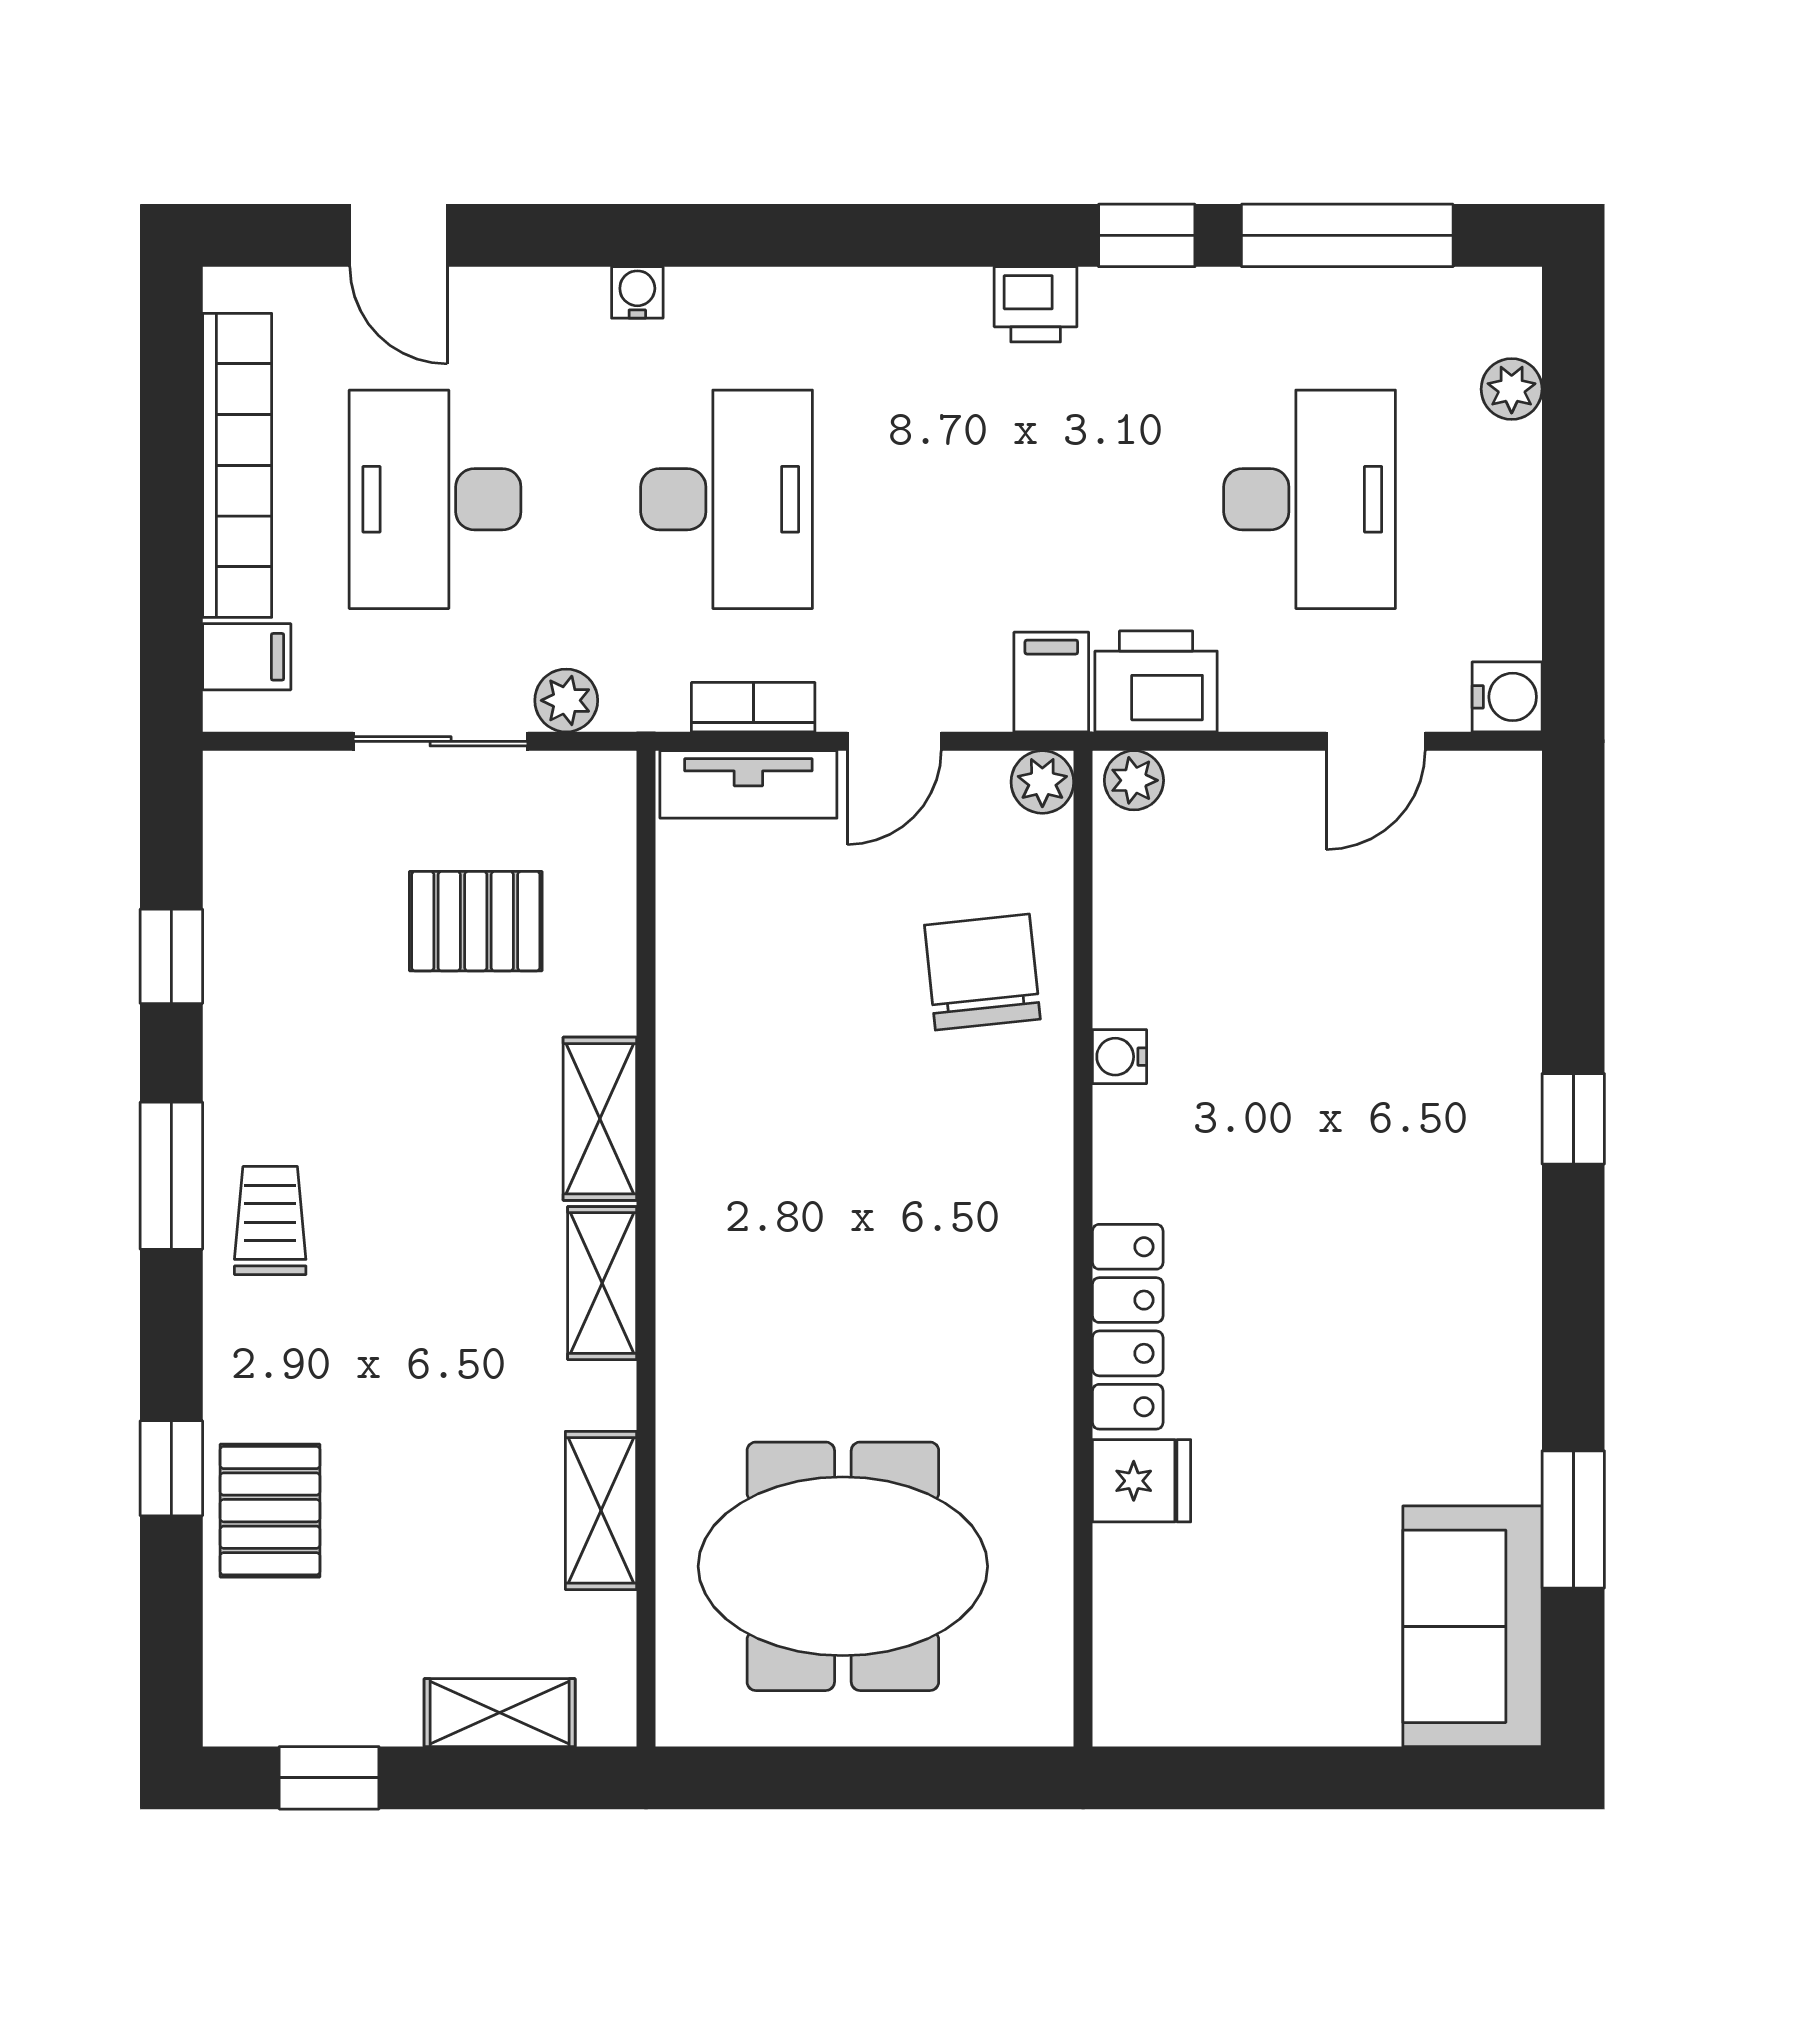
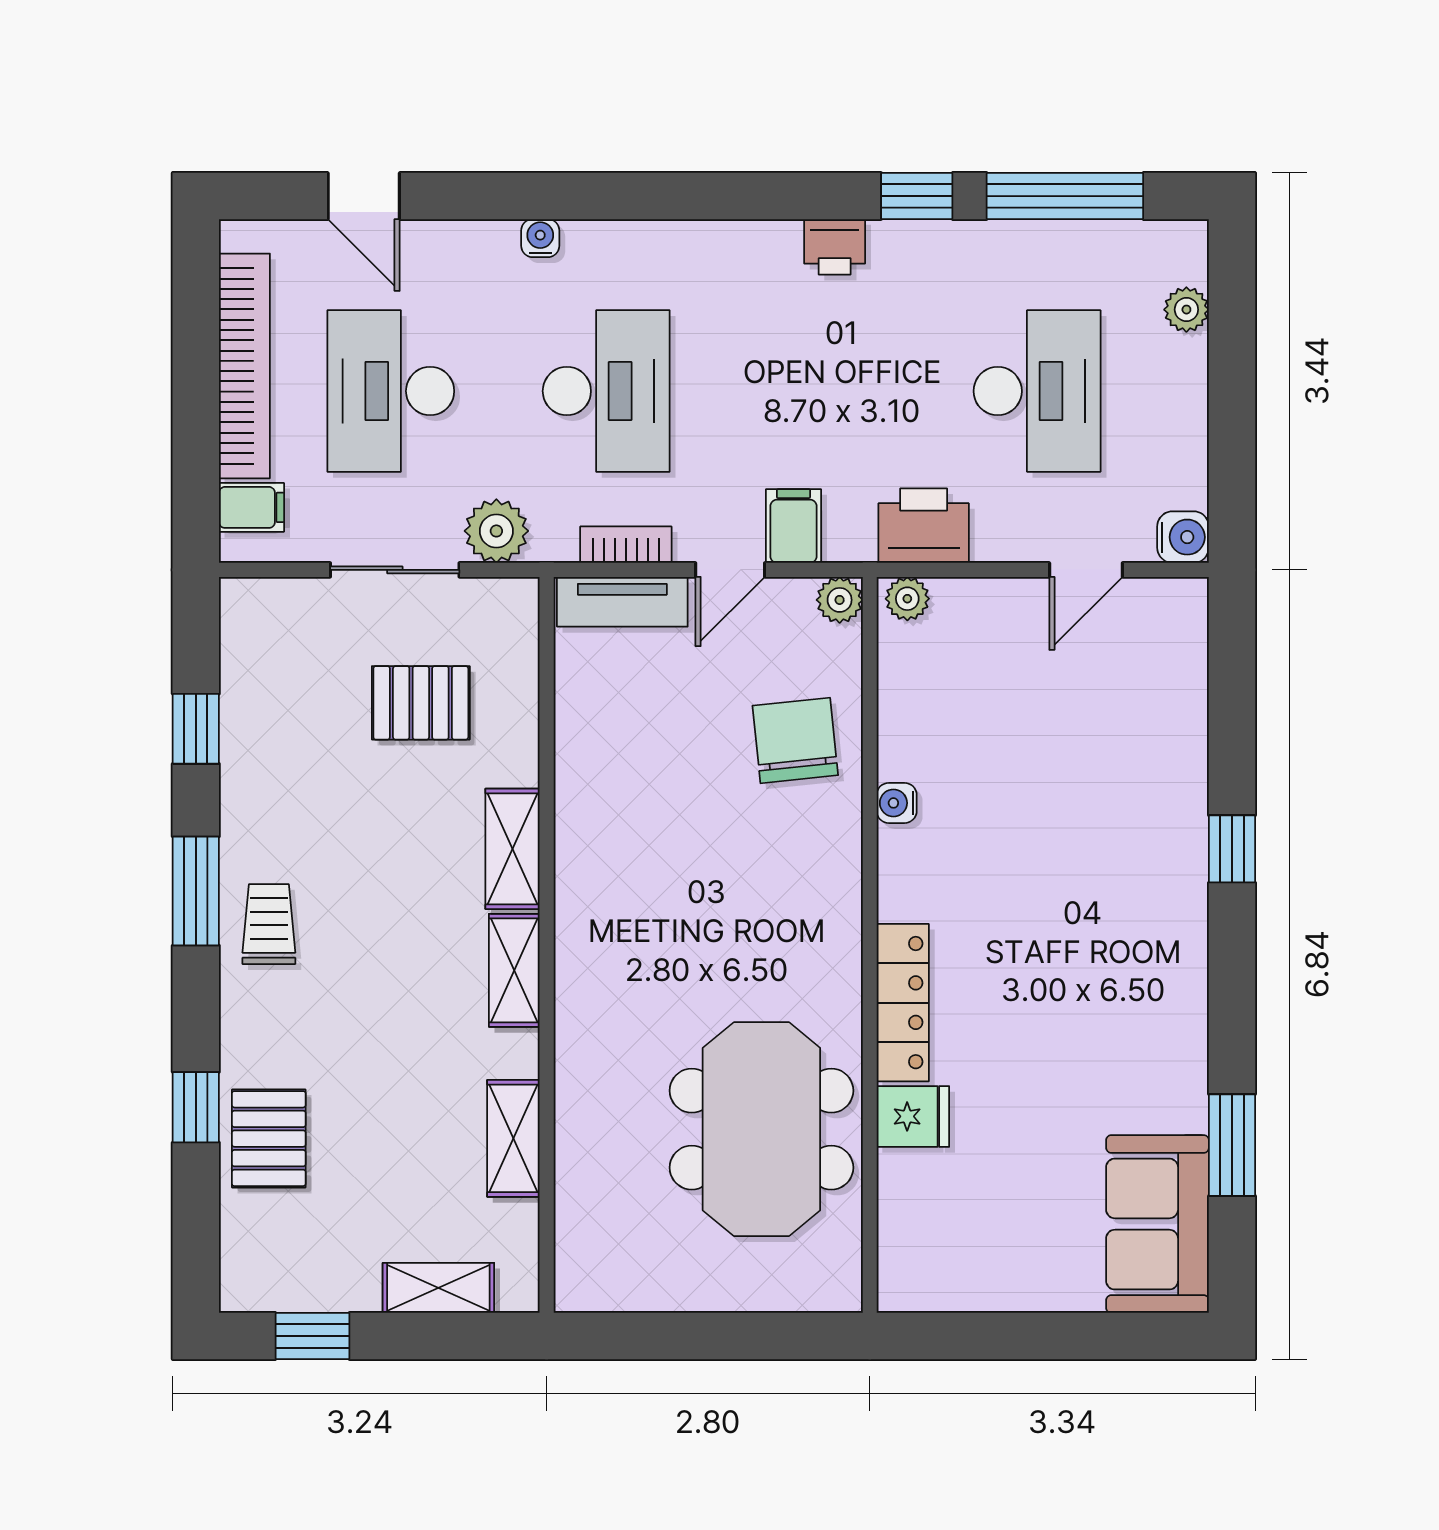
filing cabinet: (1051, 682) -> (793, 526), moved
plant: (566, 700) -> (496, 531), width x1.38, depth x1.38
meeting table: (843, 1566) -> (761, 1129), moved, turned 90

